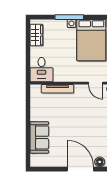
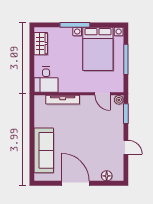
sofa: (39, 137) -> (44, 150), width x1.36
door: (80, 169) -> (75, 183), moved

